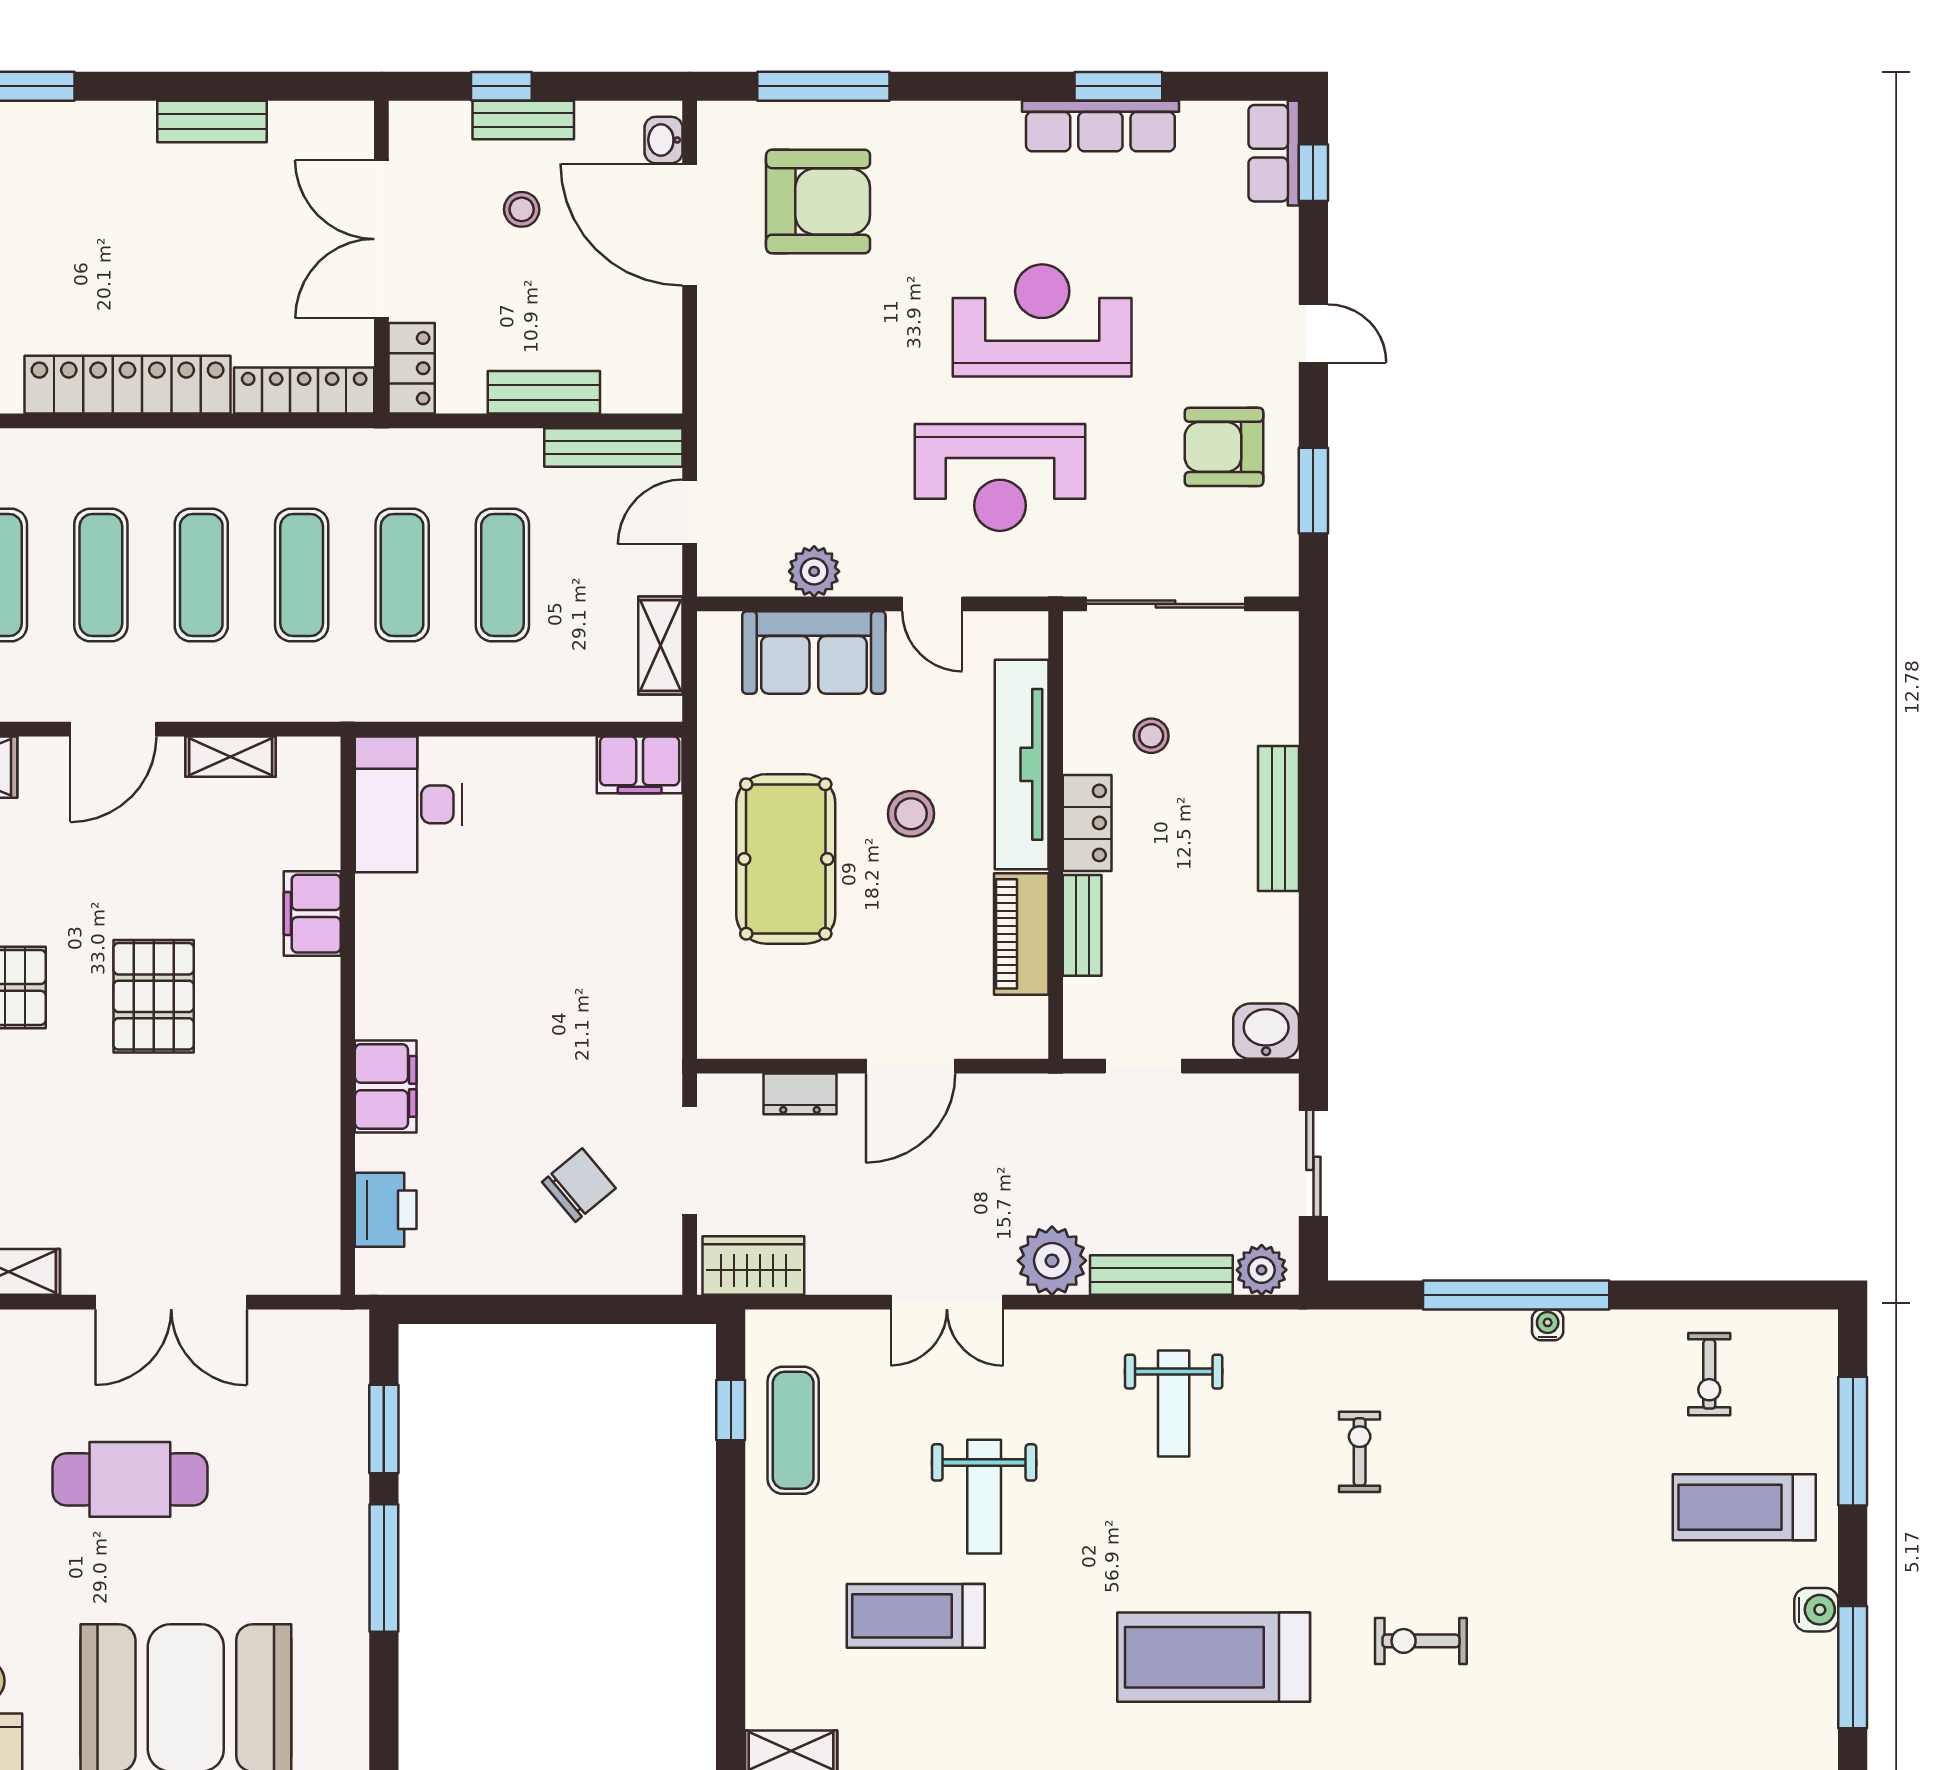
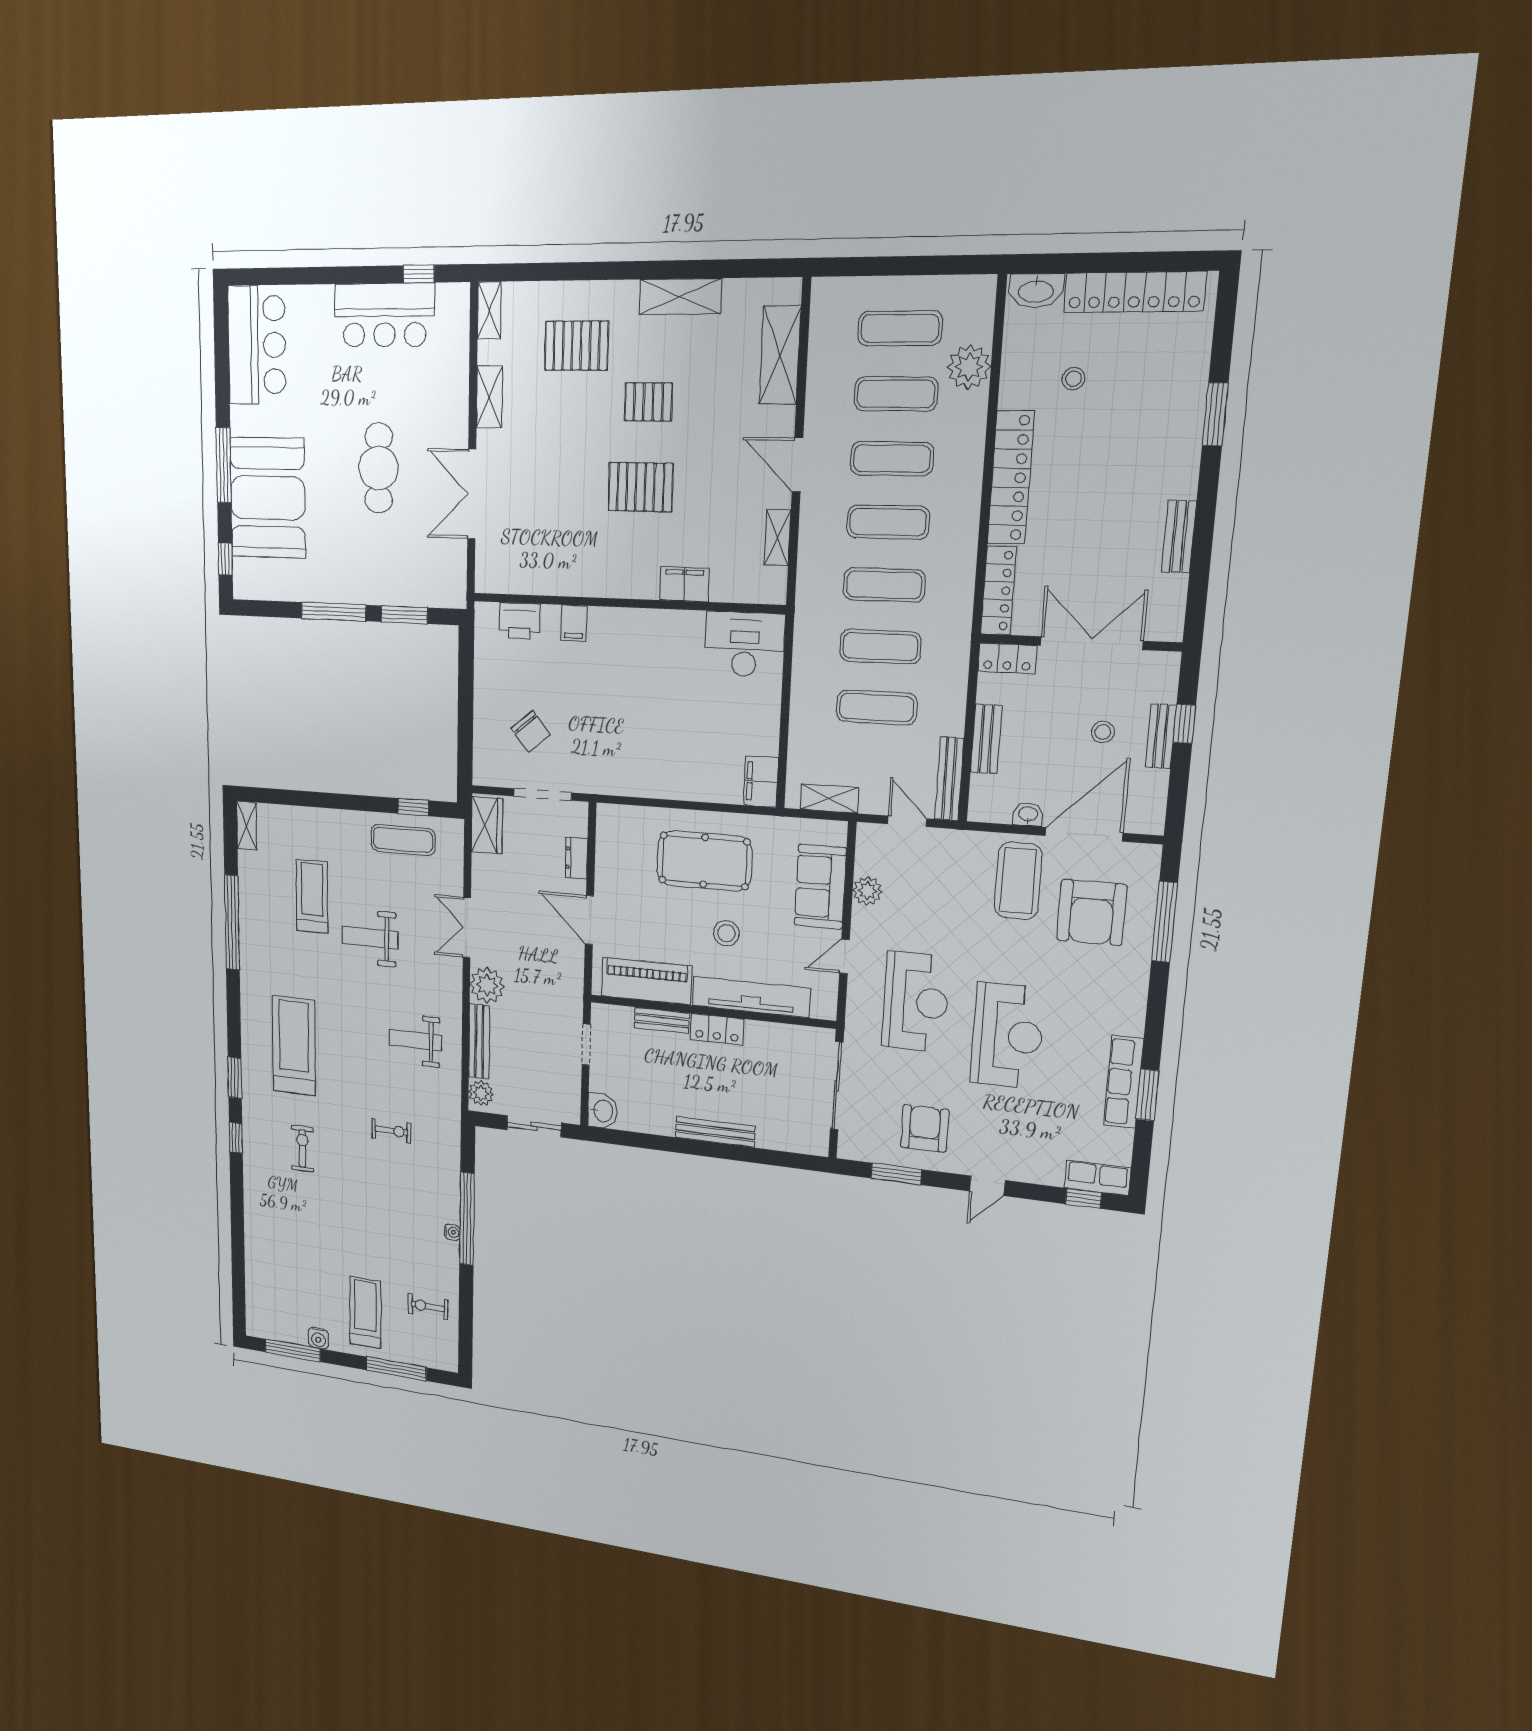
washbasin: (664, 140) -> (1028, 814), moved
coffee table: (775, 323) -> (1018, 881), added
reception desk: (1000, 478) -> (916, 1002), turned 180
stool: (1151, 736) -> (763, 1069), removed
piano: (1021, 934) -> (646, 981), width x1.37, depth x1.33
filing cabinet: (386, 1086) -> (574, 623), width x0.50

